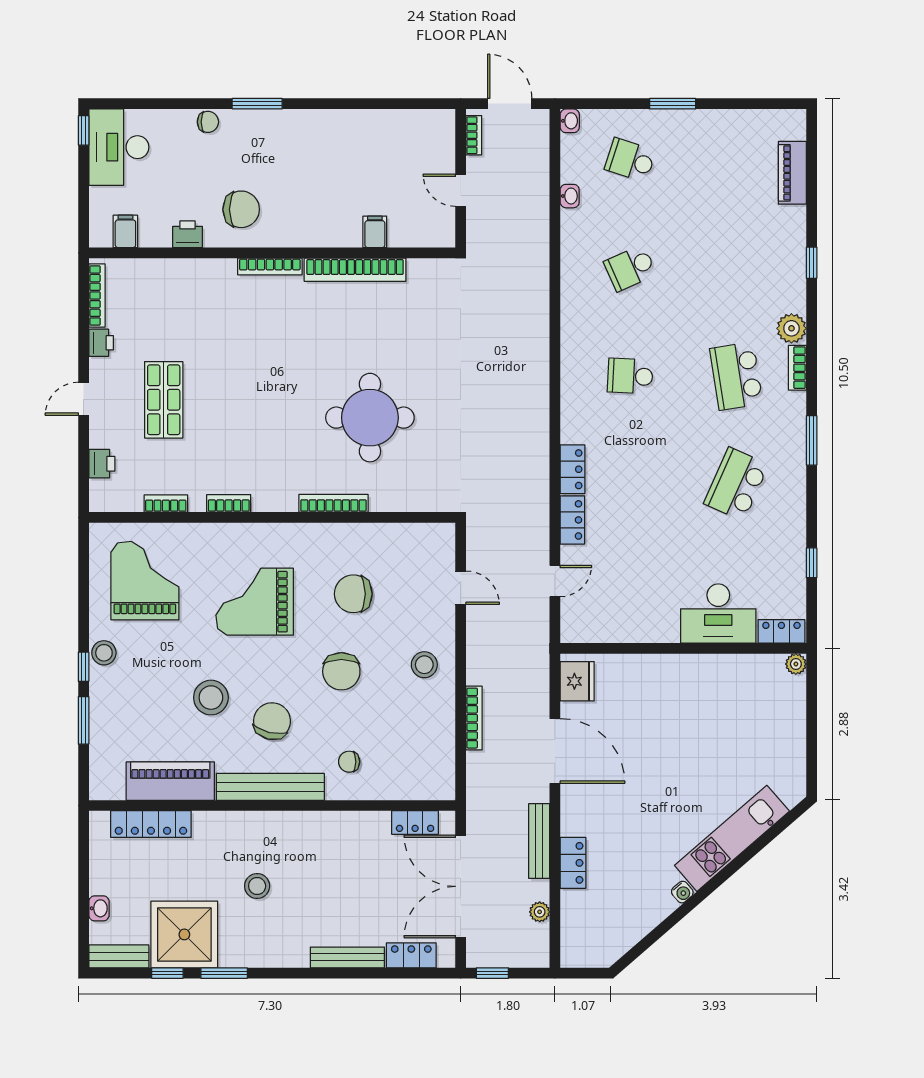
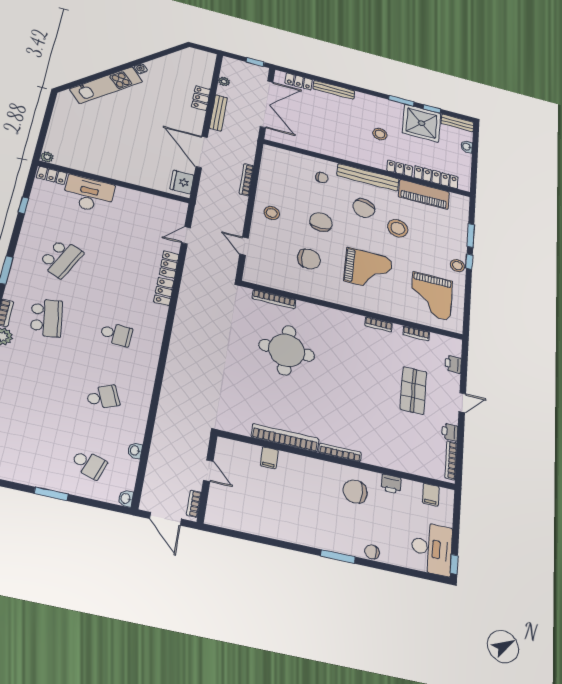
bookcase: (333, 503) -> (274, 299), moved
locker: (415, 823) -> (400, 169), moved

